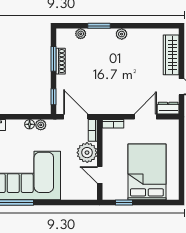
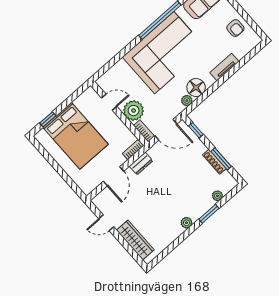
dresser: (168, 108) -> (141, 163), moved
floor lamp: (30, 124) -> (196, 88), width x1.89, depth x1.89
window: (124, 203) -> (48, 119), moved

